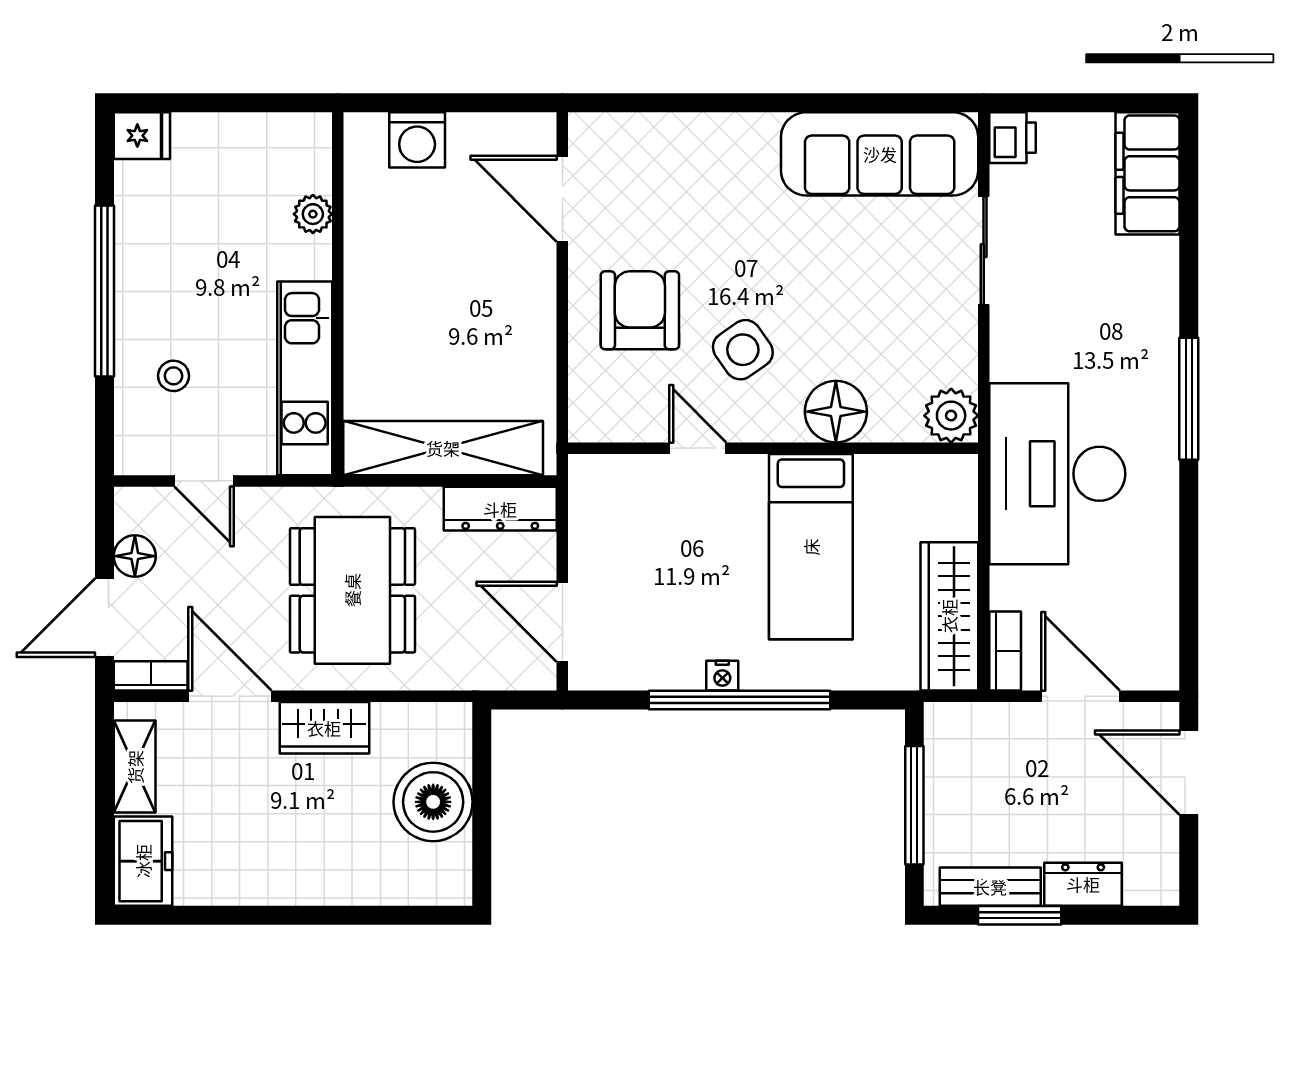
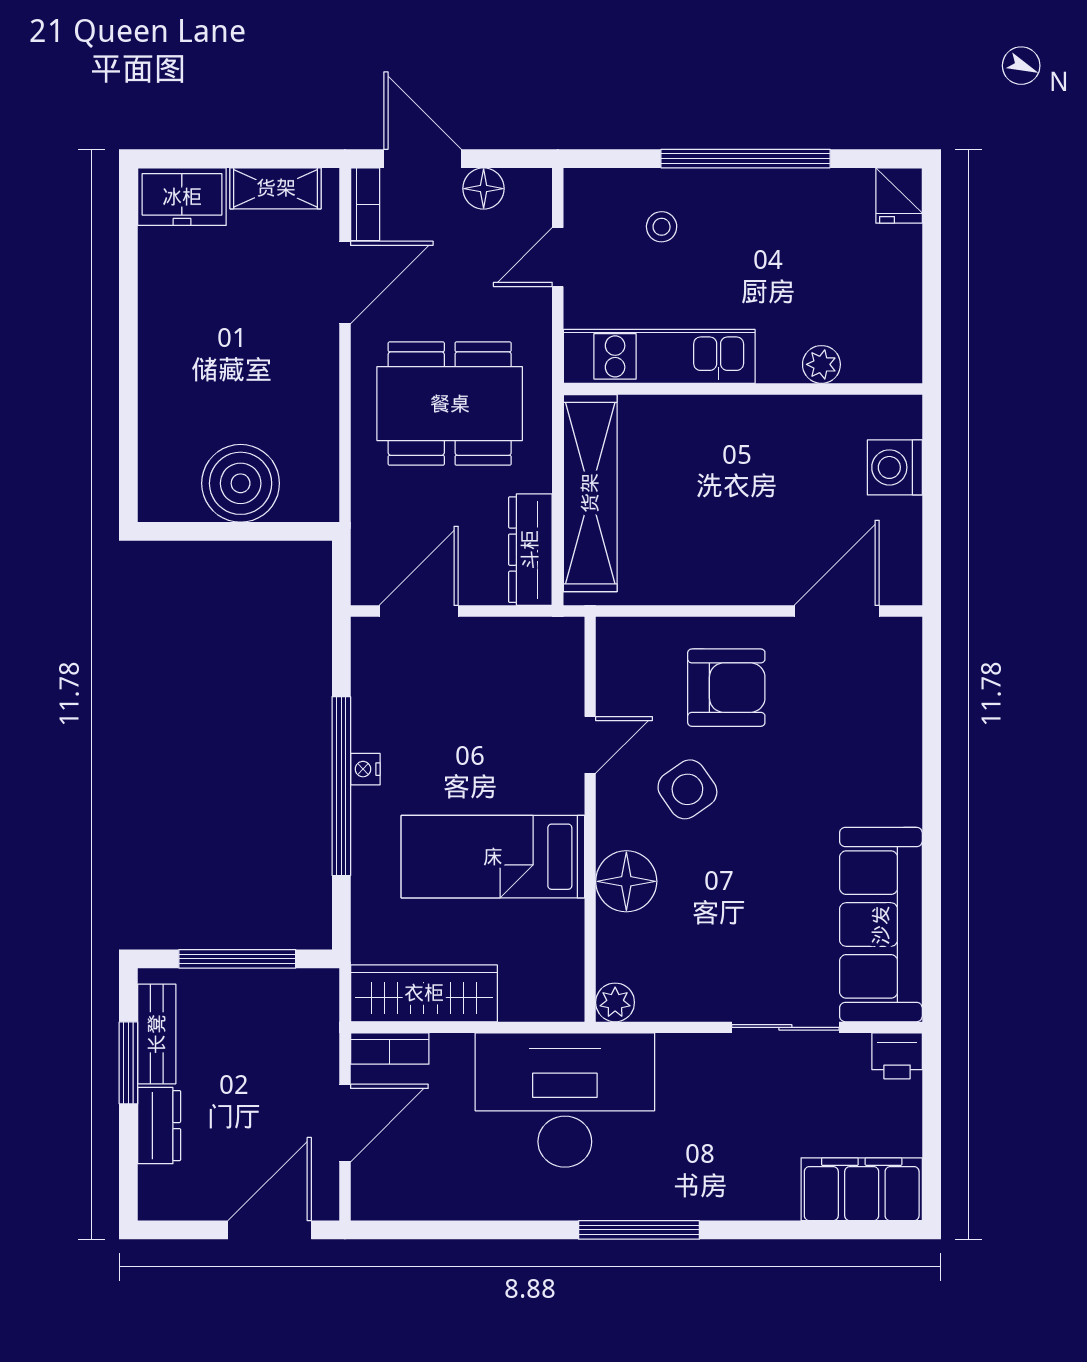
plant: (951, 416) -> (615, 1002), width x0.73, depth x0.73
wardrobe: (324, 728) -> (314, 376), removed

